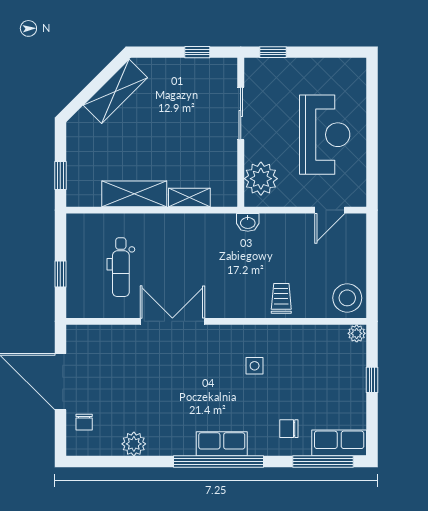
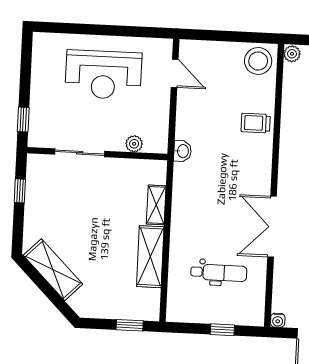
reception desk: (325, 135) -> (103, 75), turned 180
plant: (261, 179) -> (134, 144), width x0.53, depth x0.53
water cooler: (73, 332) -> (278, 320), added

